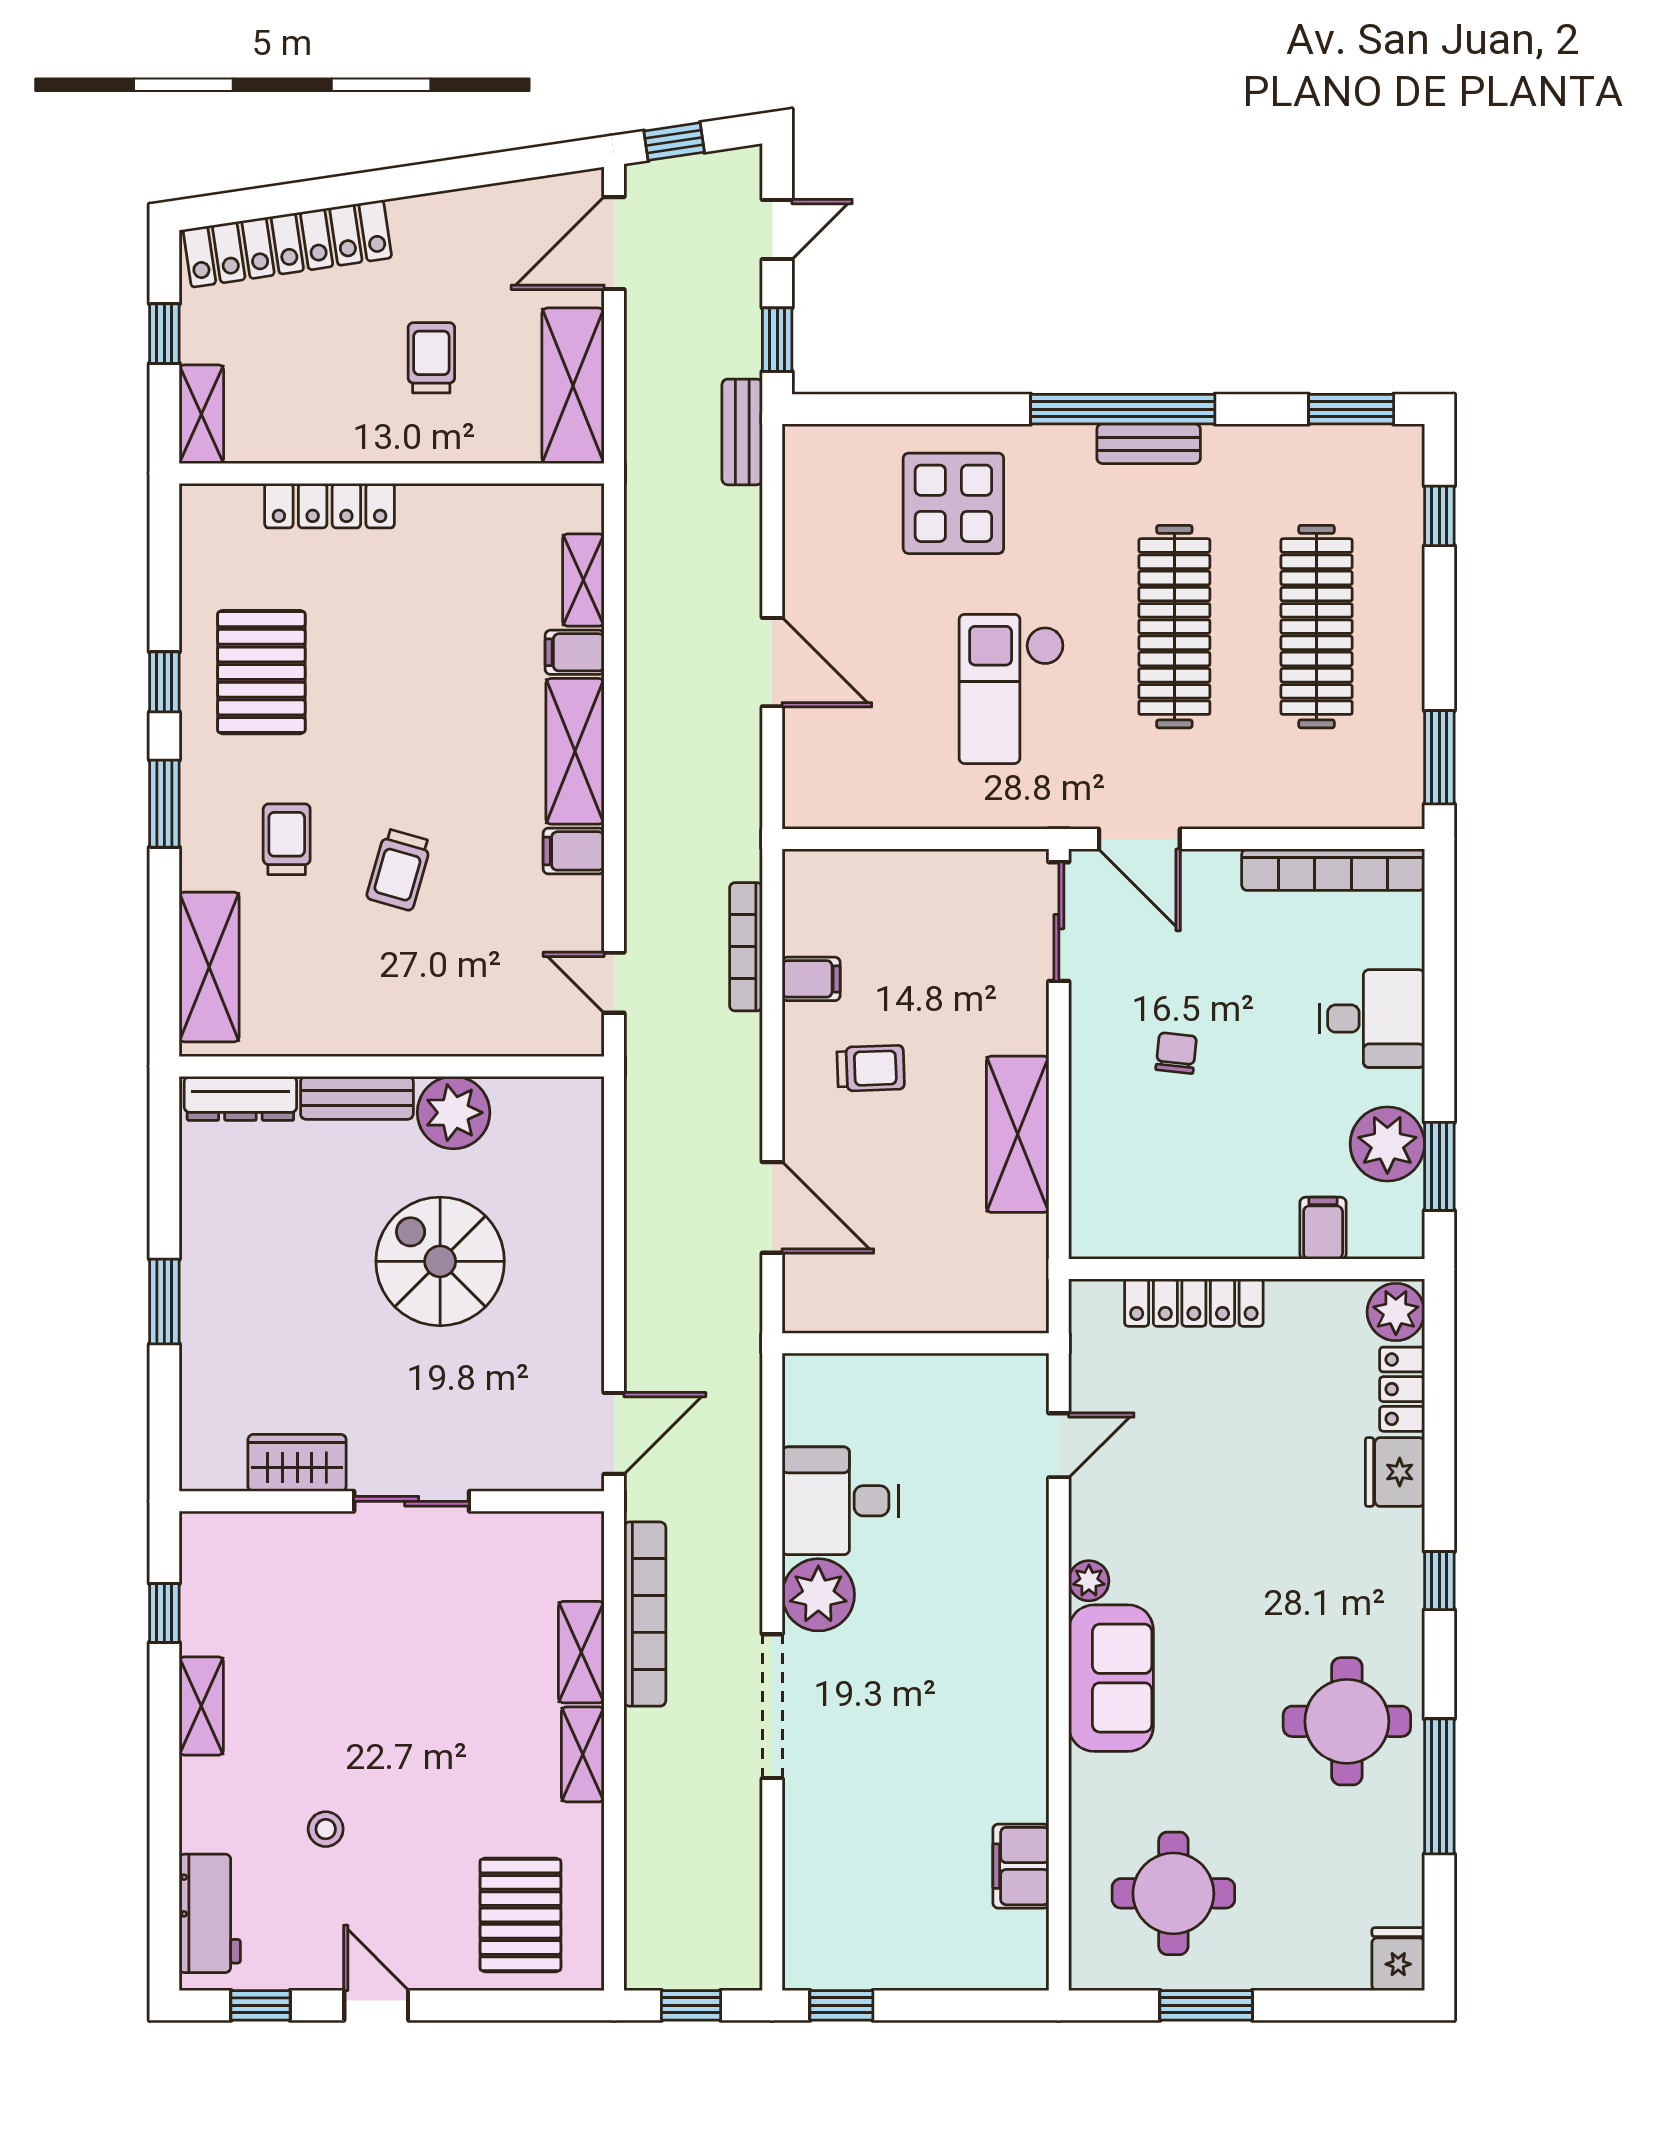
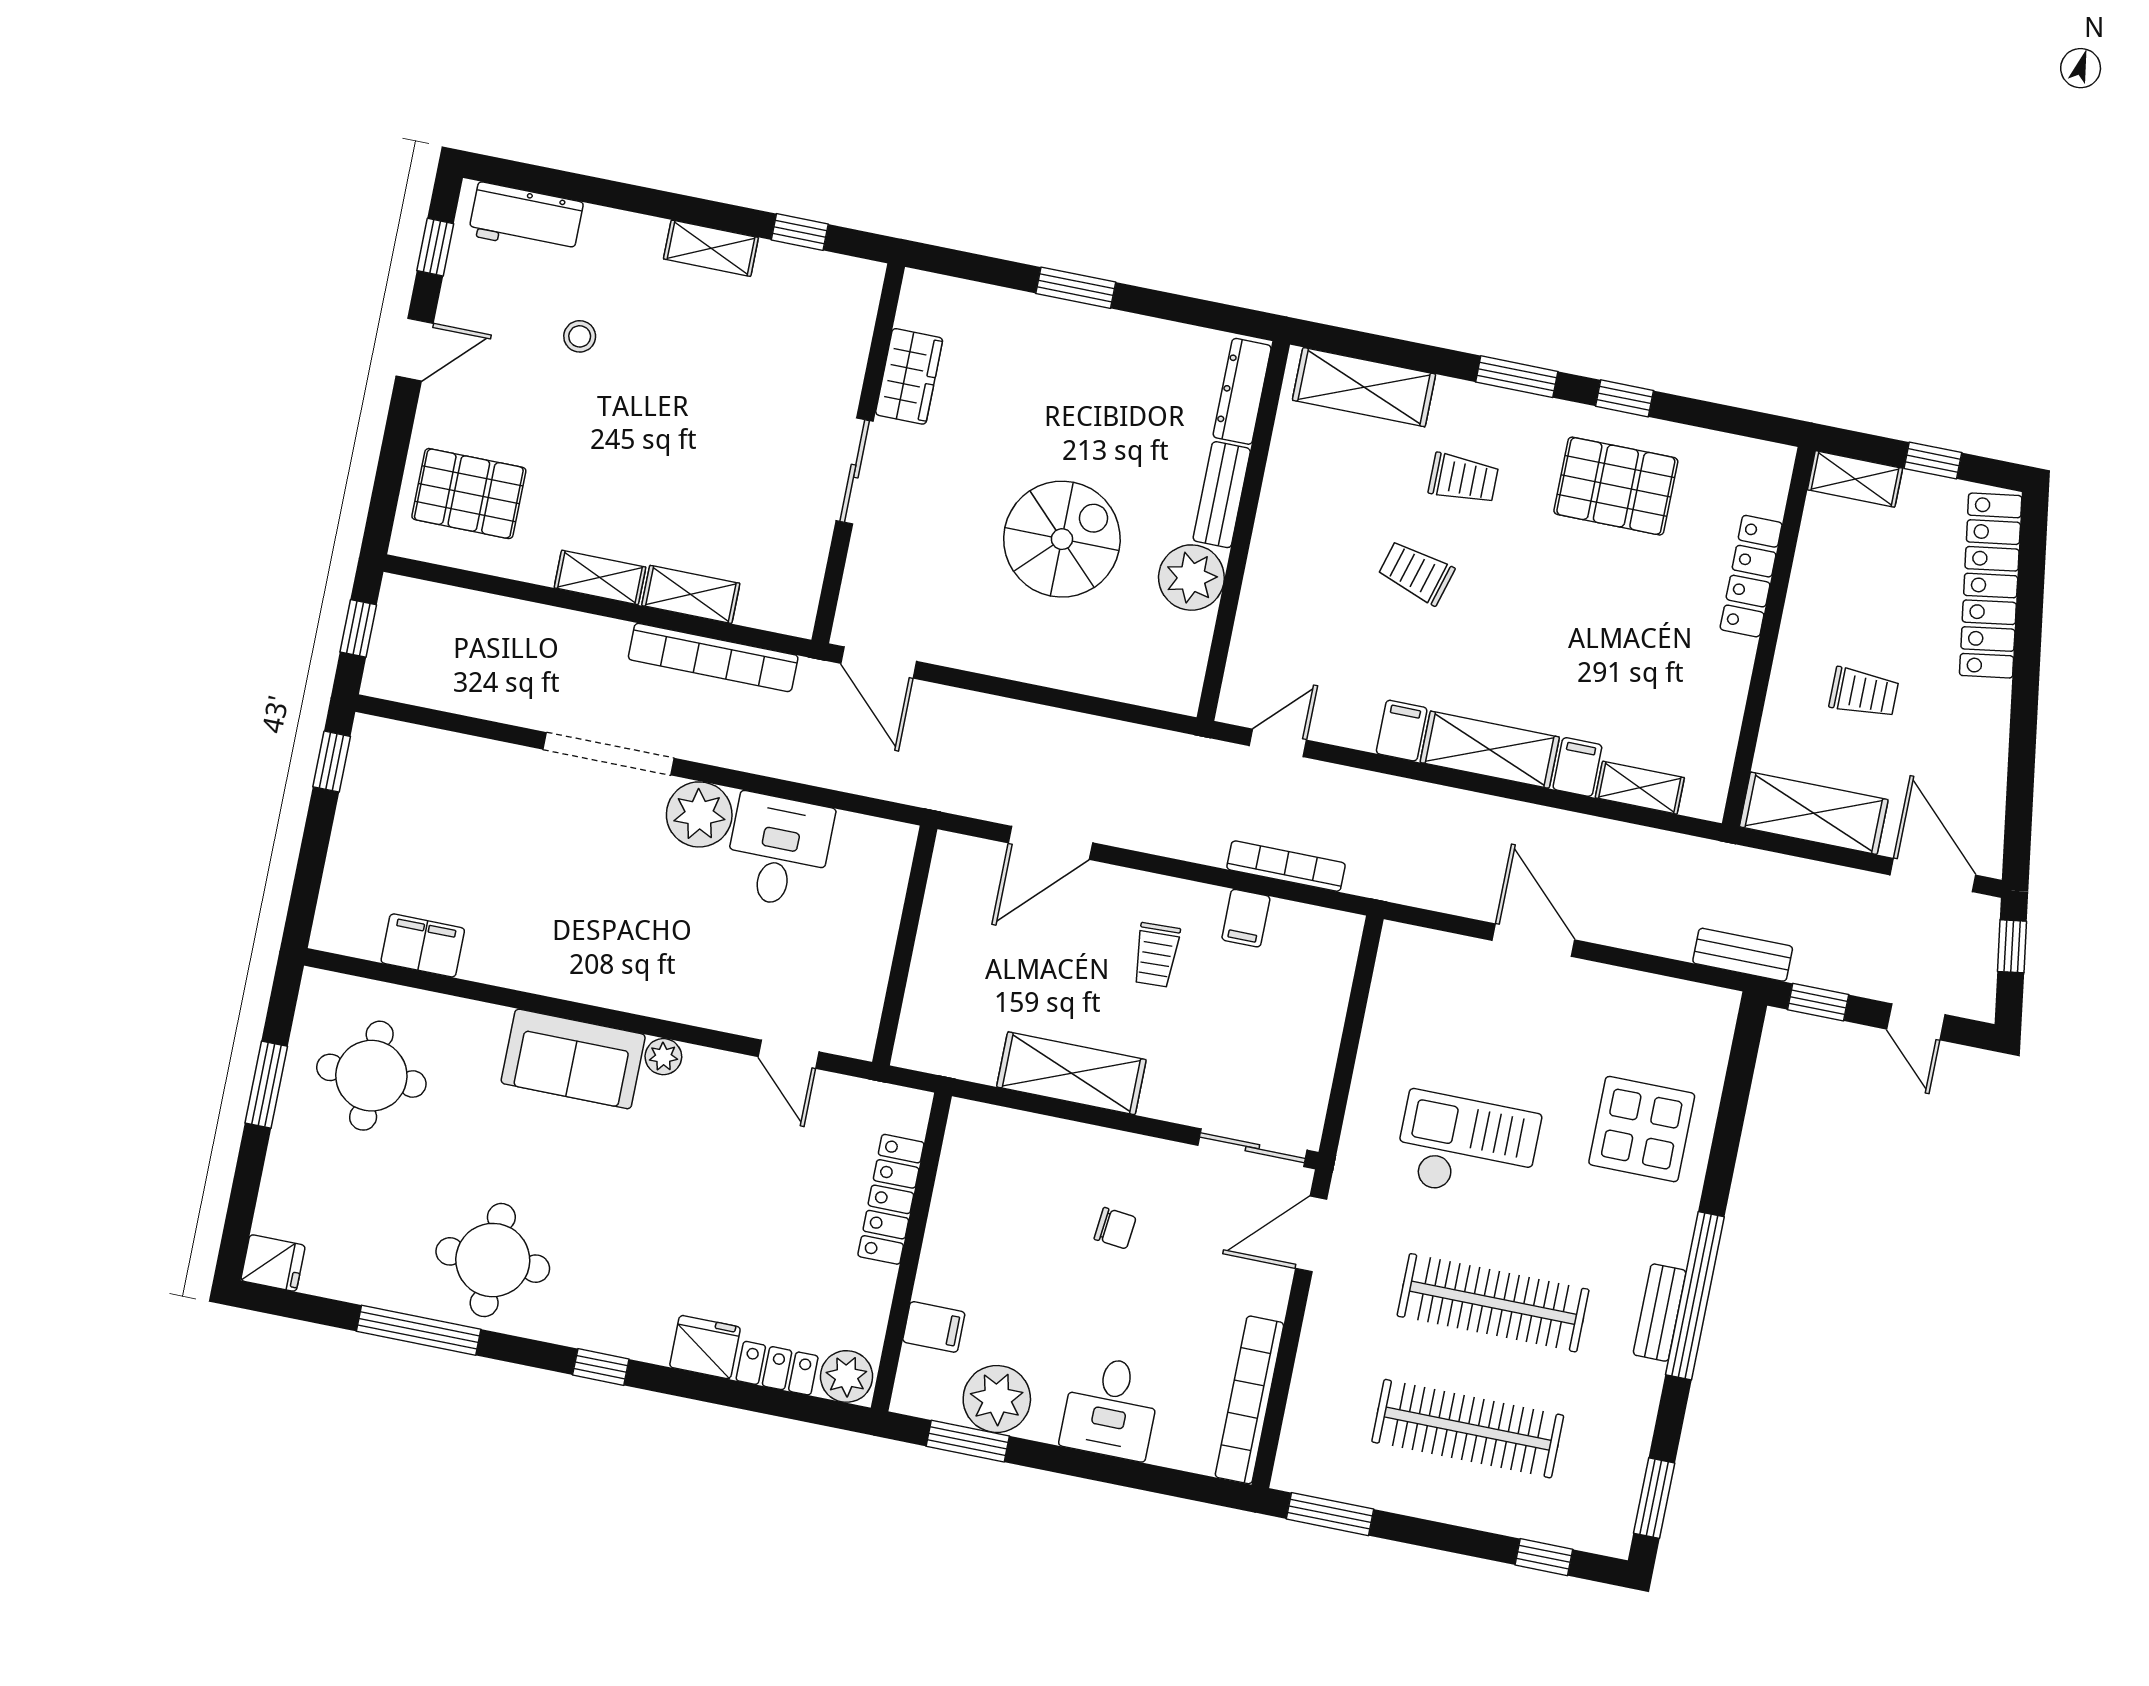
door: (772, 662) -> (1533, 940), swing flipped

